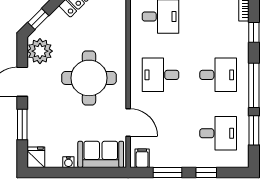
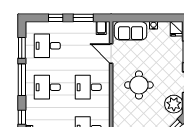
desk: (160, 75) -> (88, 87), turned 180
round table: (89, 78) -> (139, 85), width x0.73, depth x0.73

